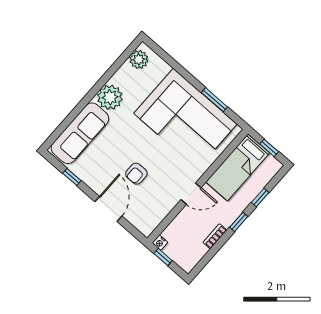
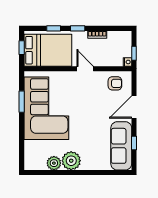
plant: (139, 59) -> (54, 163), moved
sofa: (80, 133) -> (121, 146), moved, turned -90
bed: (238, 167) -> (48, 50), width x1.50
armchair: (136, 174) -> (115, 83), moved

